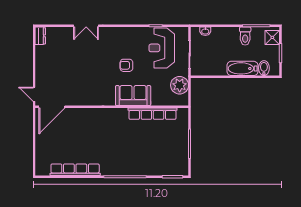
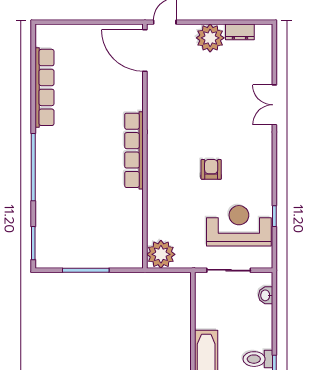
dresser: (40, 36) -> (240, 32), moved
plant: (44, 66) -> (210, 38), added
plant: (180, 85) -> (161, 254), moved
sofa: (133, 96) -> (163, 180), removed
row of seats: (152, 114) -> (134, 150), moved

